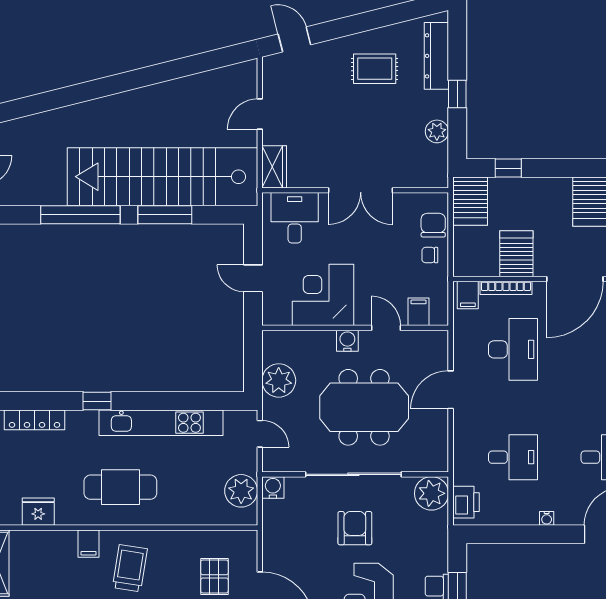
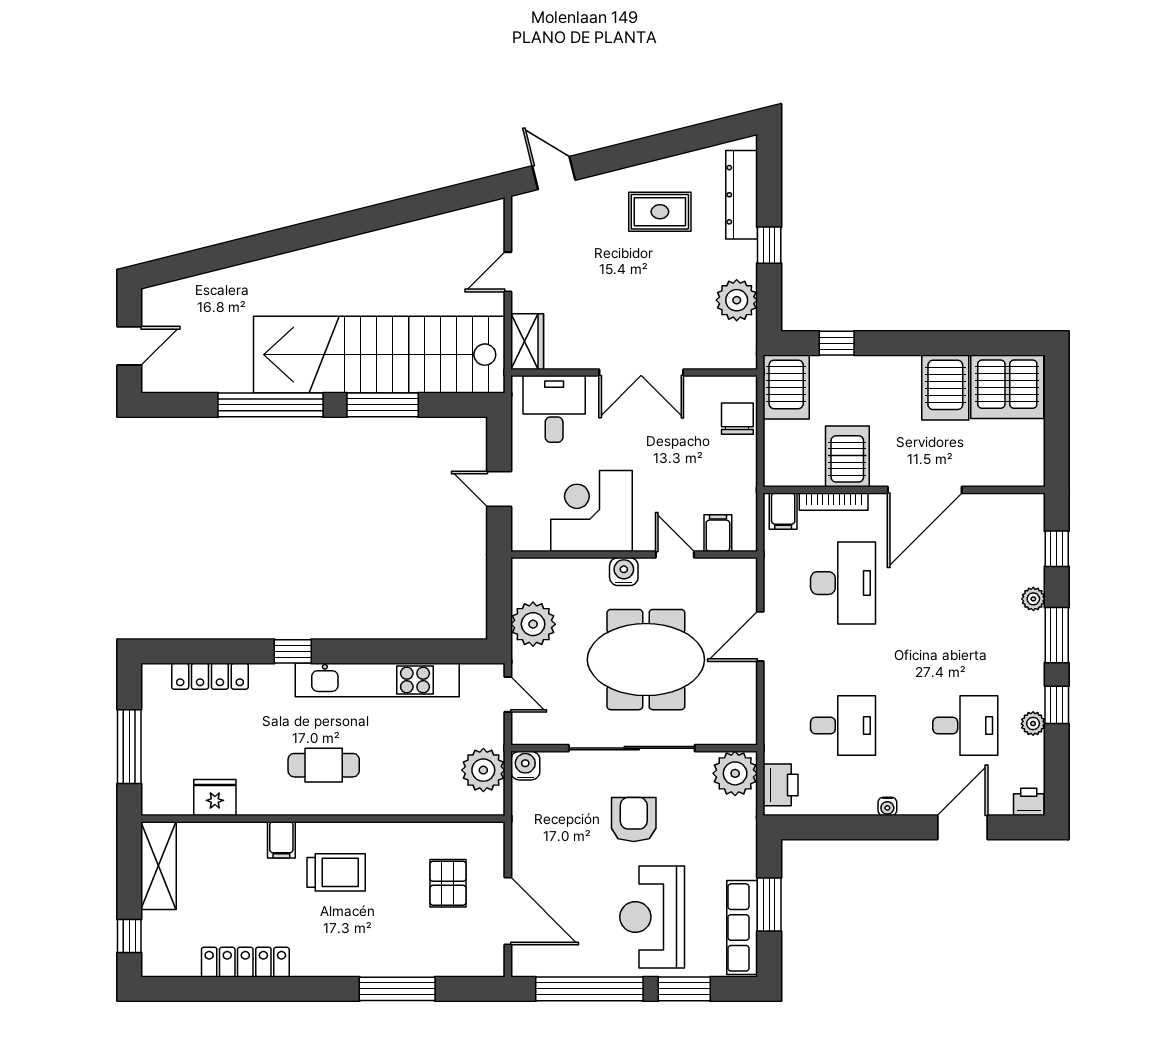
plant: (437, 131) -> (737, 300), width x1.36, depth x1.36
chair: (430, 255) -> (733, 458), removed
cafe table: (120, 487) -> (324, 765), width x0.73, depth x0.74
trolley: (130, 568) -> (336, 872), turned 81

